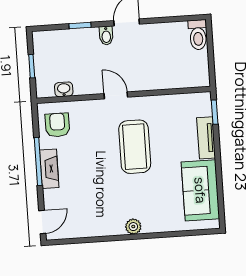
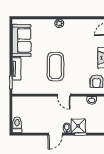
shower: (86, 40) -> (78, 126), added

